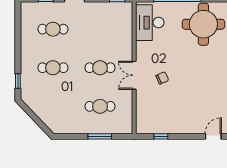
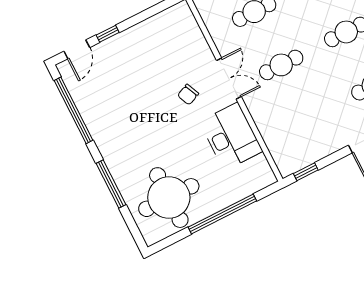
desk: (150, 23) -> (231, 136), moved
window: (161, 136) -> (108, 34), moved

